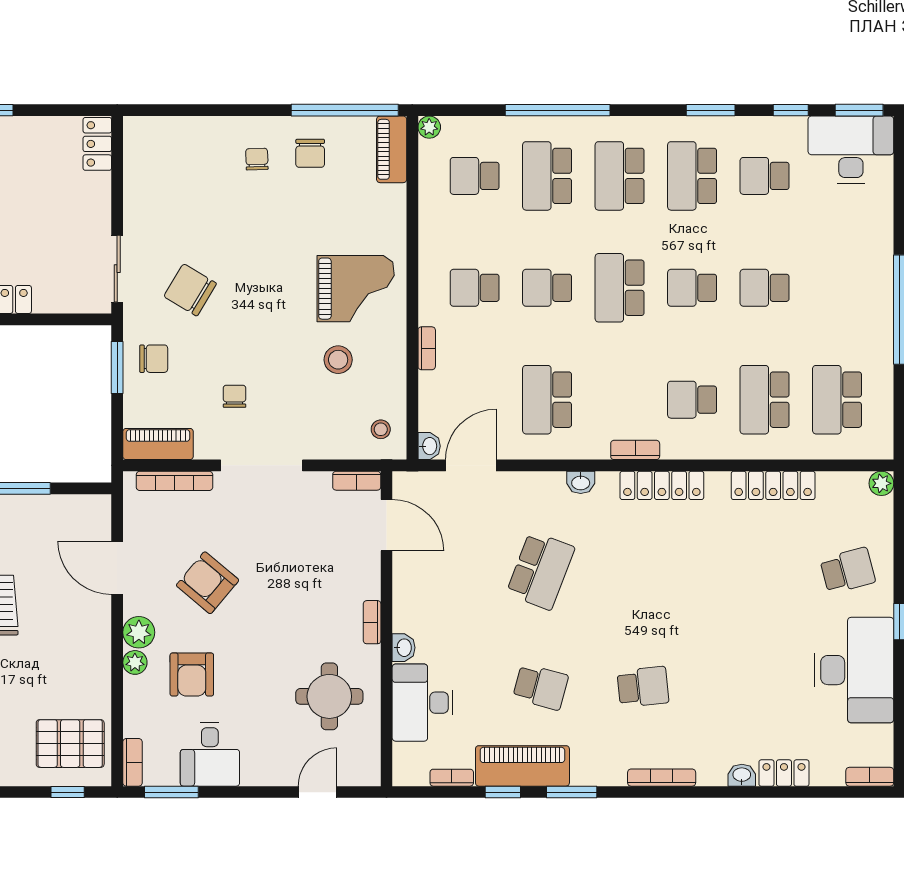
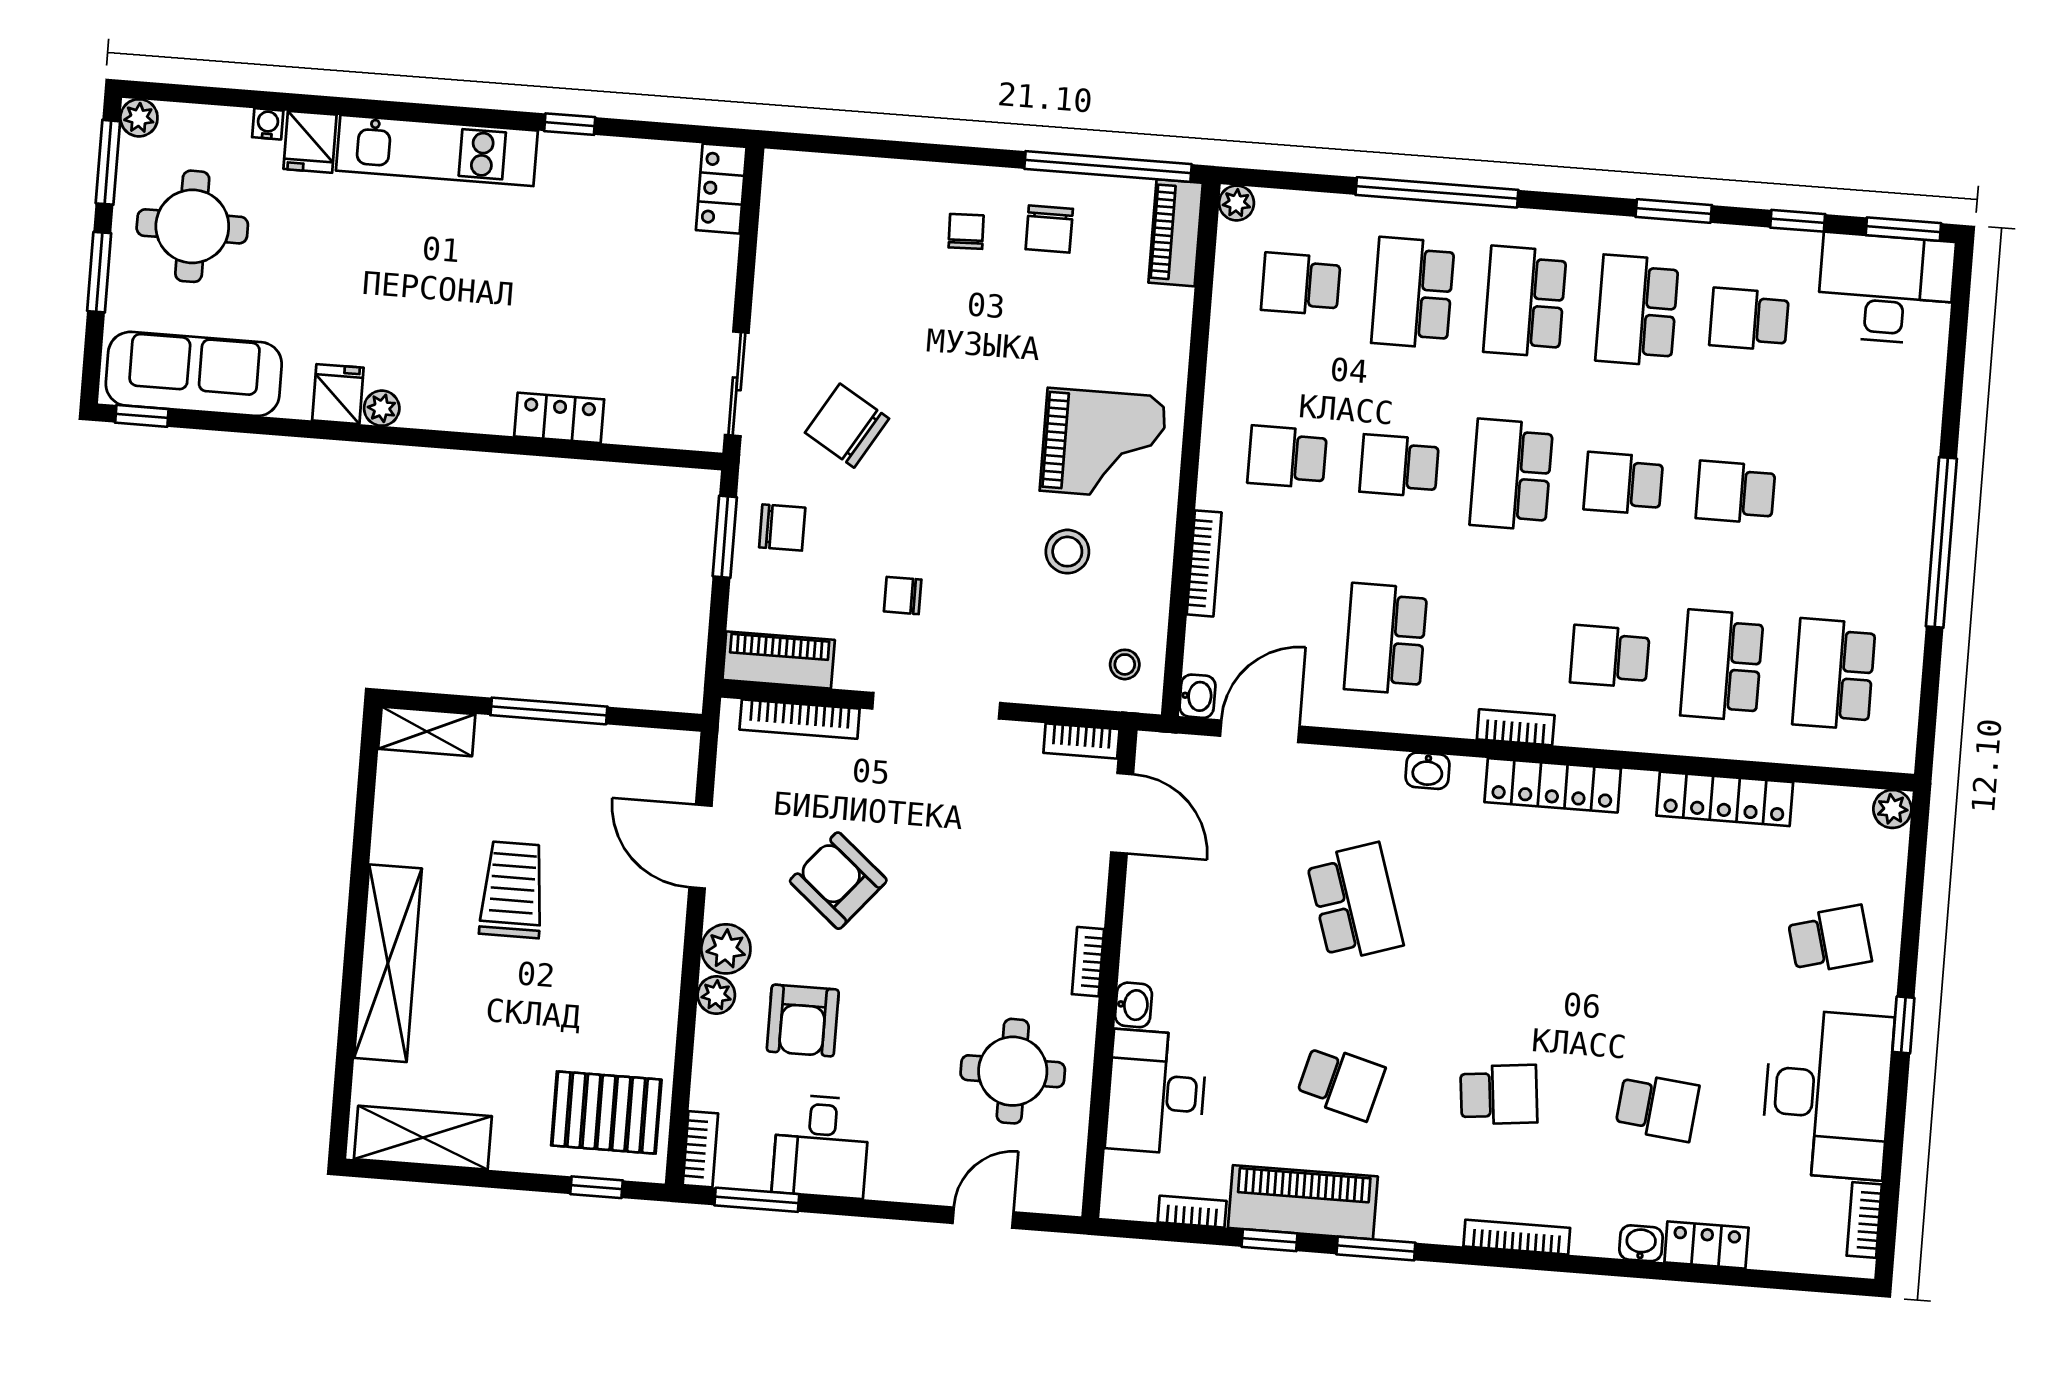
bookcase: (427, 348) -> (1204, 563), width x1.56
chair: (235, 396) -> (903, 595), turned -90
school desk: (541, 571) -> (1355, 902), turned -39
school desk: (745, 687) -> (1657, 1107), added
bookcase: (870, 777) -> (1864, 1220), moved, turned -90

